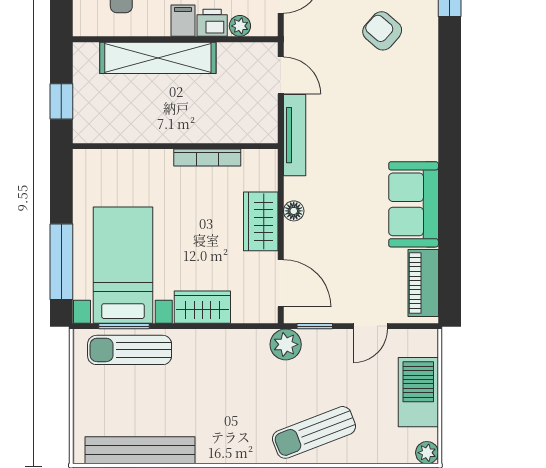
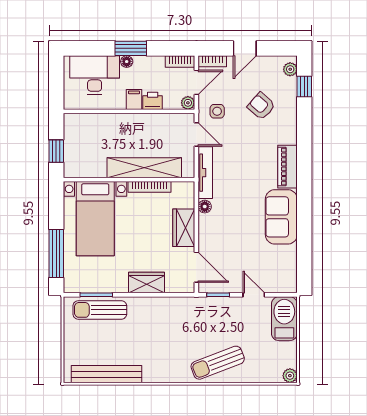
plant: (240, 26) -> (188, 103), moved
side table: (313, 39) -> (217, 111), added
shelving: (158, 58) -> (144, 168), moved
floor lamp: (294, 211) -> (205, 207), moved
bed with nightstands: (123, 265) -> (95, 219), moved, turned 180
piano: (423, 283) -> (288, 167), moved
door: (370, 326) -> (254, 295), swing flipped
plant: (286, 344) -> (200, 306), removed
barbecue: (418, 392) -> (284, 319), moved

